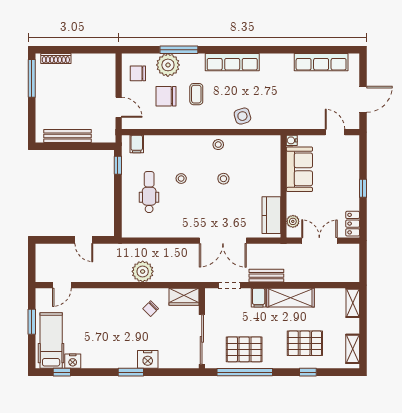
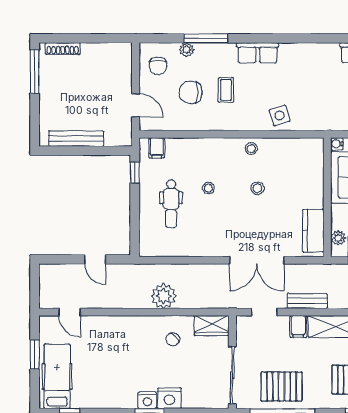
row of seats: (232, 62) -> (258, 53), width x0.68
plant: (168, 65) -> (187, 50), width x0.53, depth x0.53
chair: (138, 73) -> (158, 66), turned -90
dental chair: (149, 192) -> (171, 204), turned 180
door: (62, 285) -> (70, 312), hinge flipped
nightstand: (73, 361) -> (147, 400), moved

